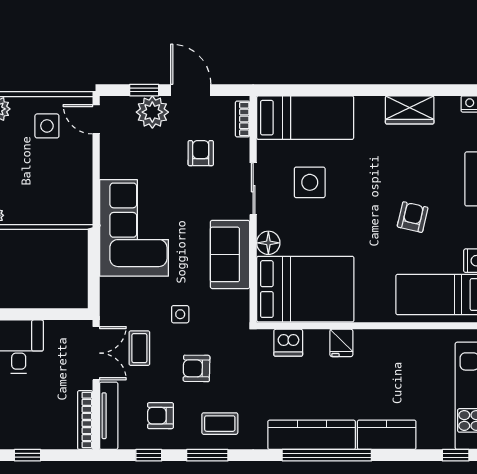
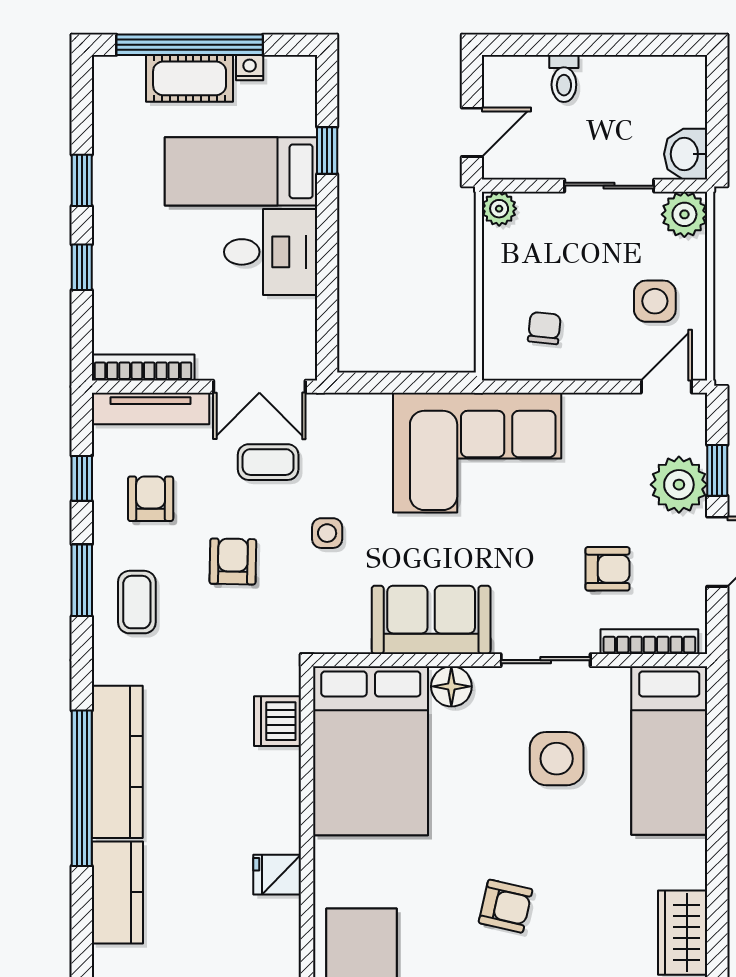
bookcase: (243, 119) -> (649, 642), width x1.56
chair: (62, 189) -> (544, 328), added
armchair: (413, 217) -> (506, 906), moved
fridge: (341, 343) -> (277, 875), moved

